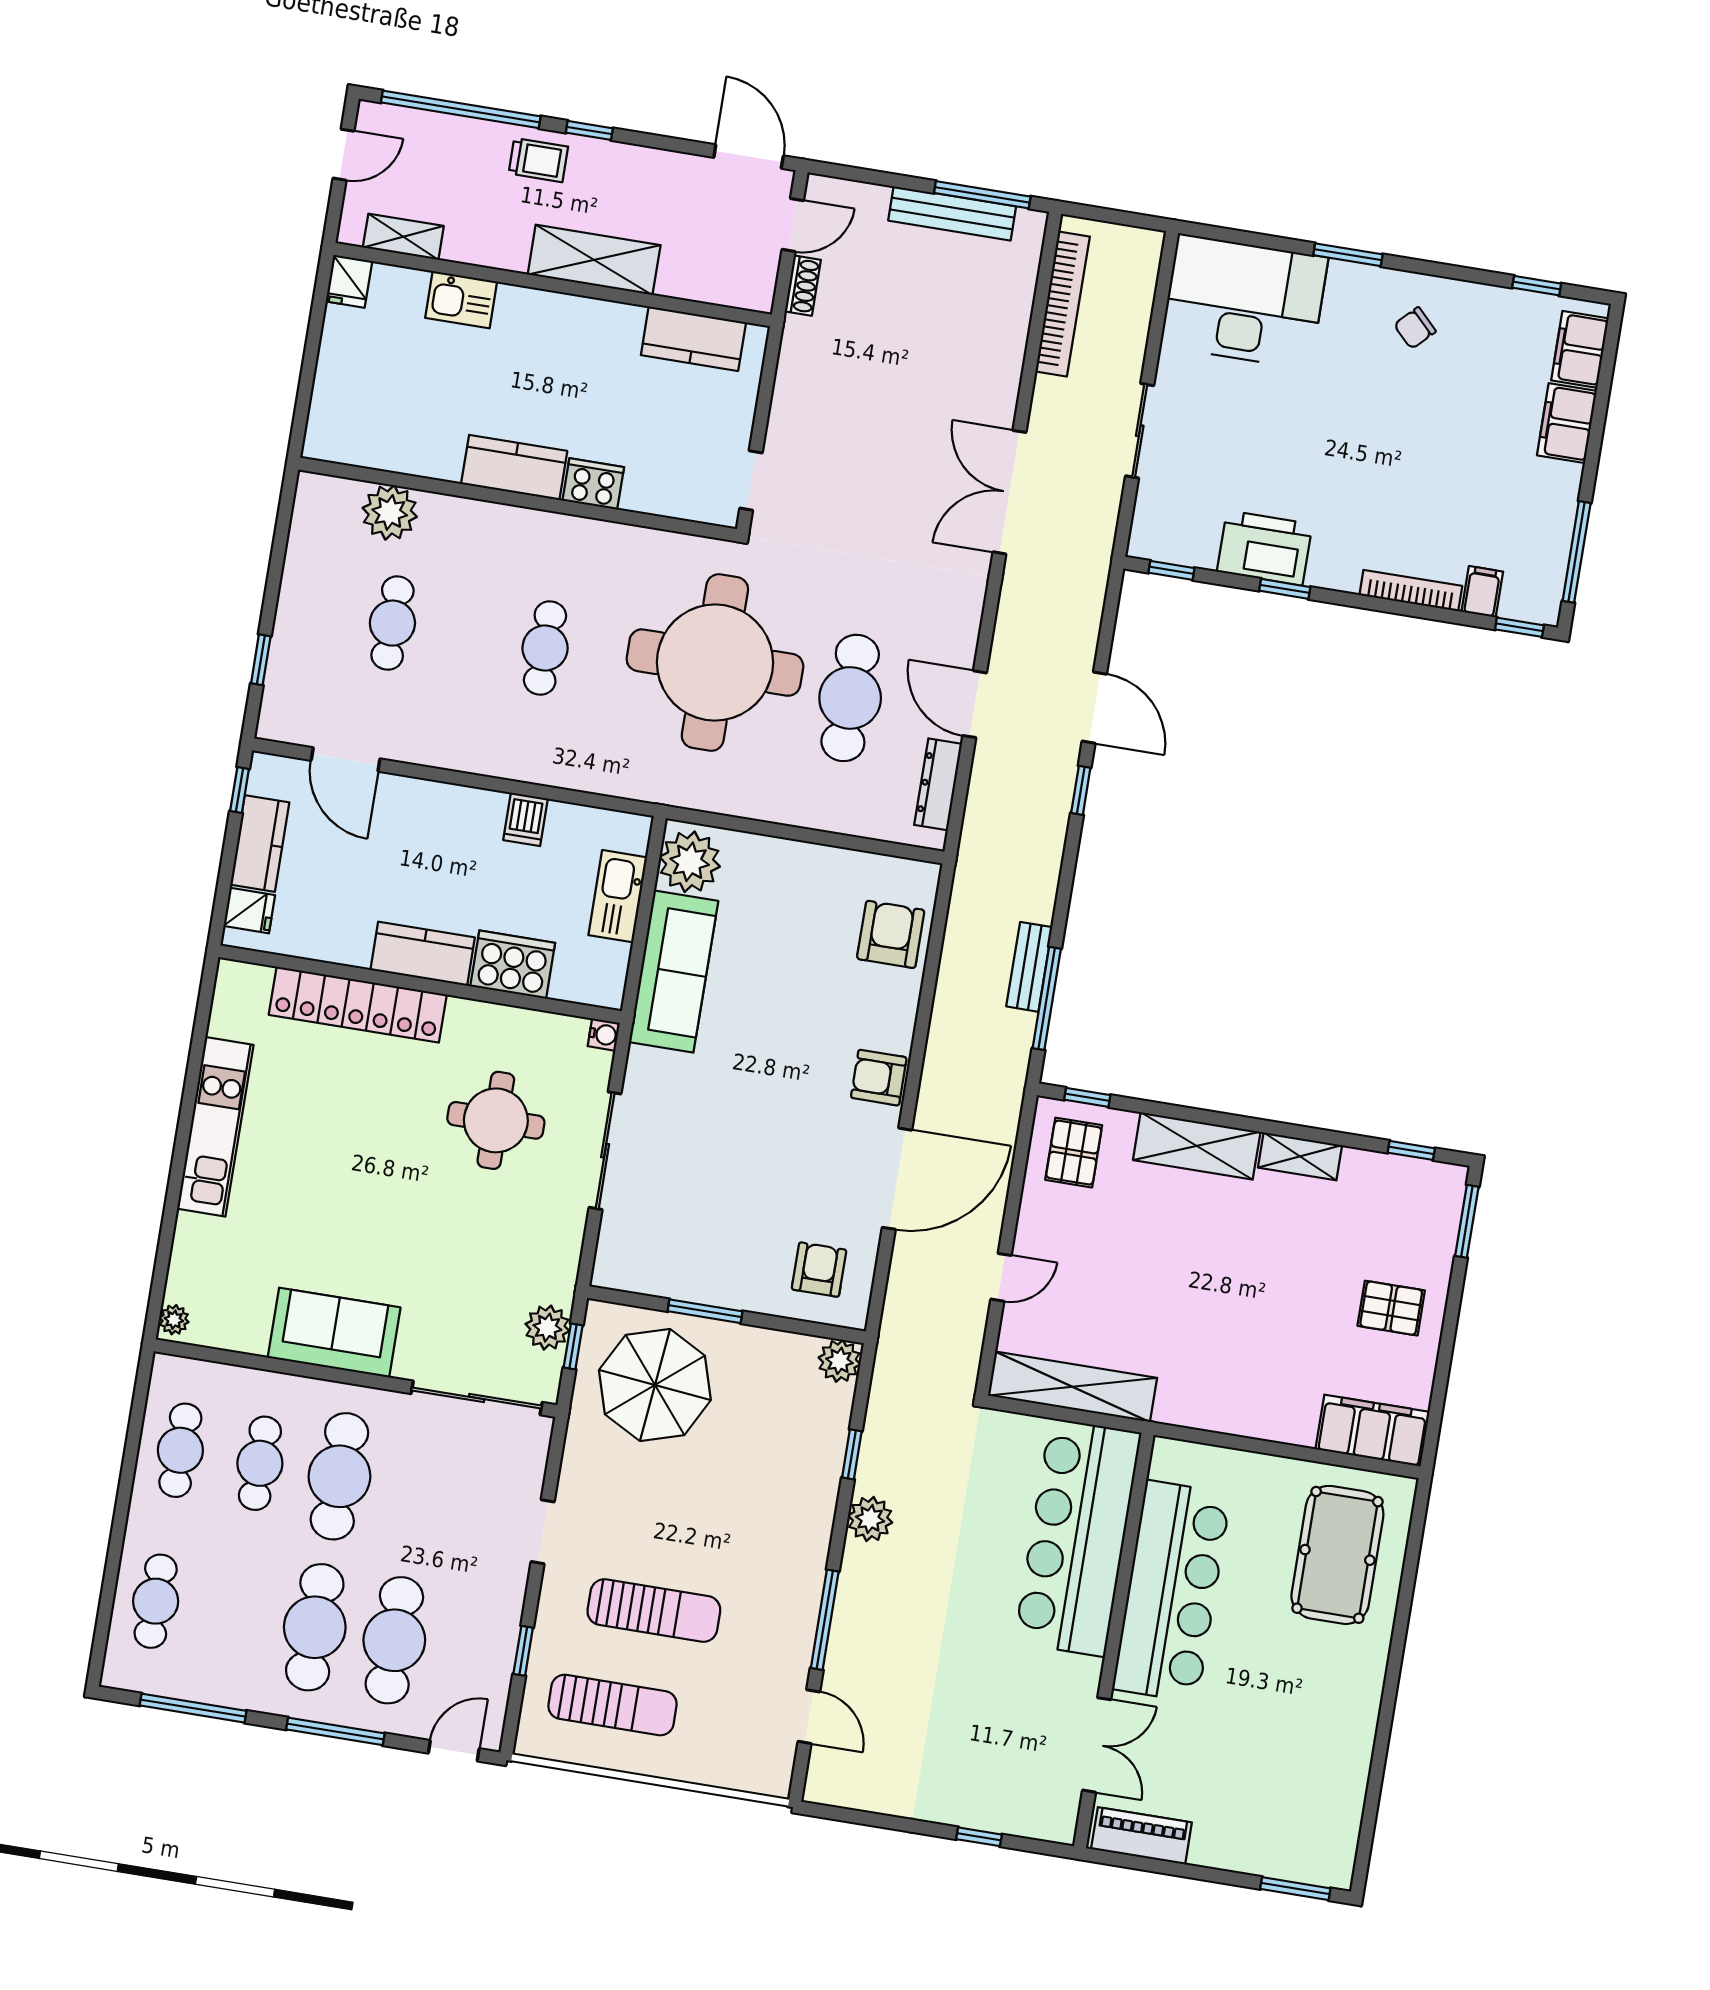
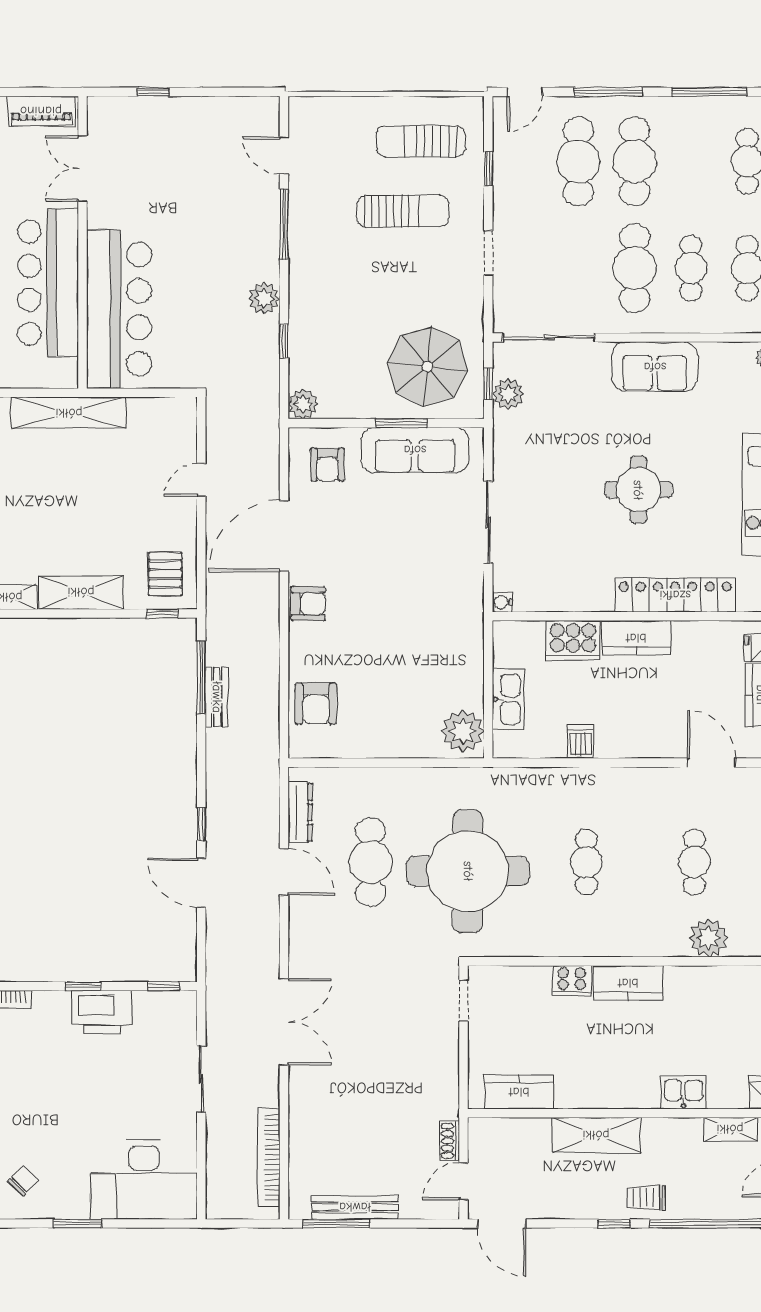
sofa: (674, 972) -> (415, 450), moved, turned -90
round table: (496, 1120) -> (638, 490), moved
shelving: (1072, 1387) -> (69, 413), moved
sun lounger: (654, 1611) -> (403, 211), turned 180

